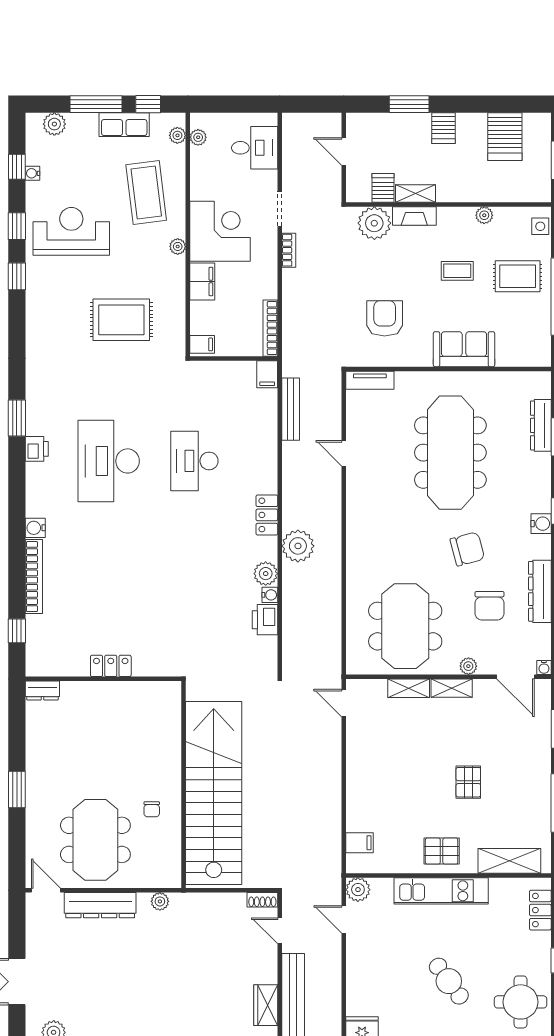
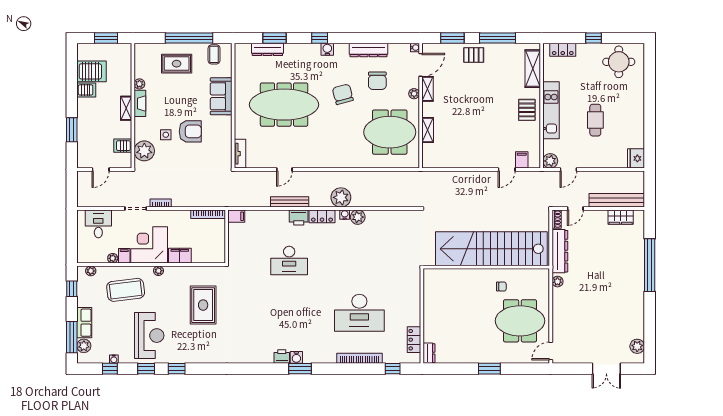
window: (96, 104) -> (72, 337), moved
row of seats: (124, 125) -> (84, 323), moved
server rack: (443, 128) -> (86, 90), moved
plant: (198, 137) -> (113, 258), moved
shelving: (416, 193) -> (126, 108), moved
fireplace: (414, 216) -> (140, 103), moved
side table: (540, 226) -> (166, 135), moved
reception desk: (71, 231) -> (149, 336), turned 180
coffee table: (457, 271) -> (214, 54), moved
rug: (518, 276) -> (177, 64), turned 90
armchair: (385, 318) -> (190, 131), moved, turned 180
filing cabinet: (202, 344) -> (124, 256), moved
bench: (291, 409) -> (290, 202), moved
window: (17, 418) -> (300, 369), moved
desk: (109, 461) -> (359, 313), moved
water cooler: (35, 528) -> (296, 357), moved
water cooler: (270, 595) -> (345, 215), moved
chair: (490, 606) -> (377, 81), turned 90
printer: (265, 620) -> (299, 218), moved
locker: (111, 666) -> (414, 340), moved
shelving: (452, 688) -> (427, 89), moved
door: (344, 703) -> (507, 169), moved
pallet: (468, 782) -> (474, 55), moved
dresser: (100, 905) -> (560, 251), moved
cafe table: (449, 981) -> (595, 120), moved, turned -54

